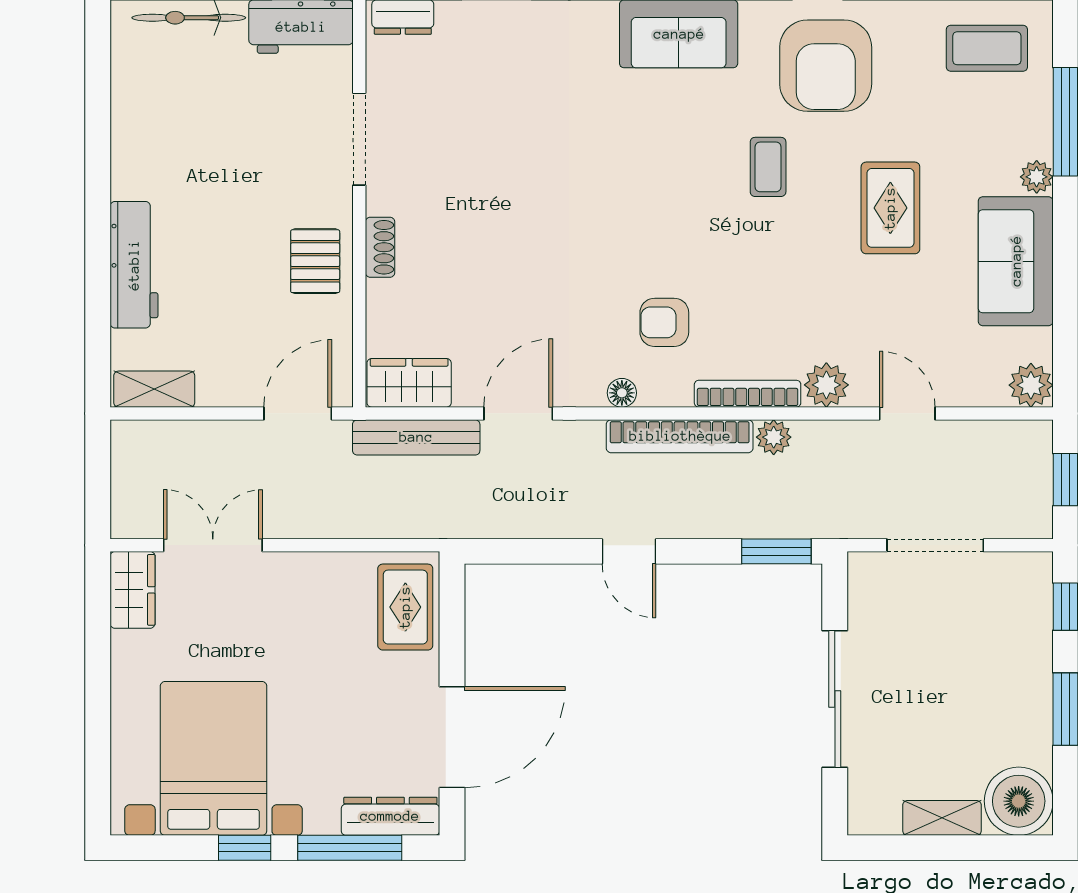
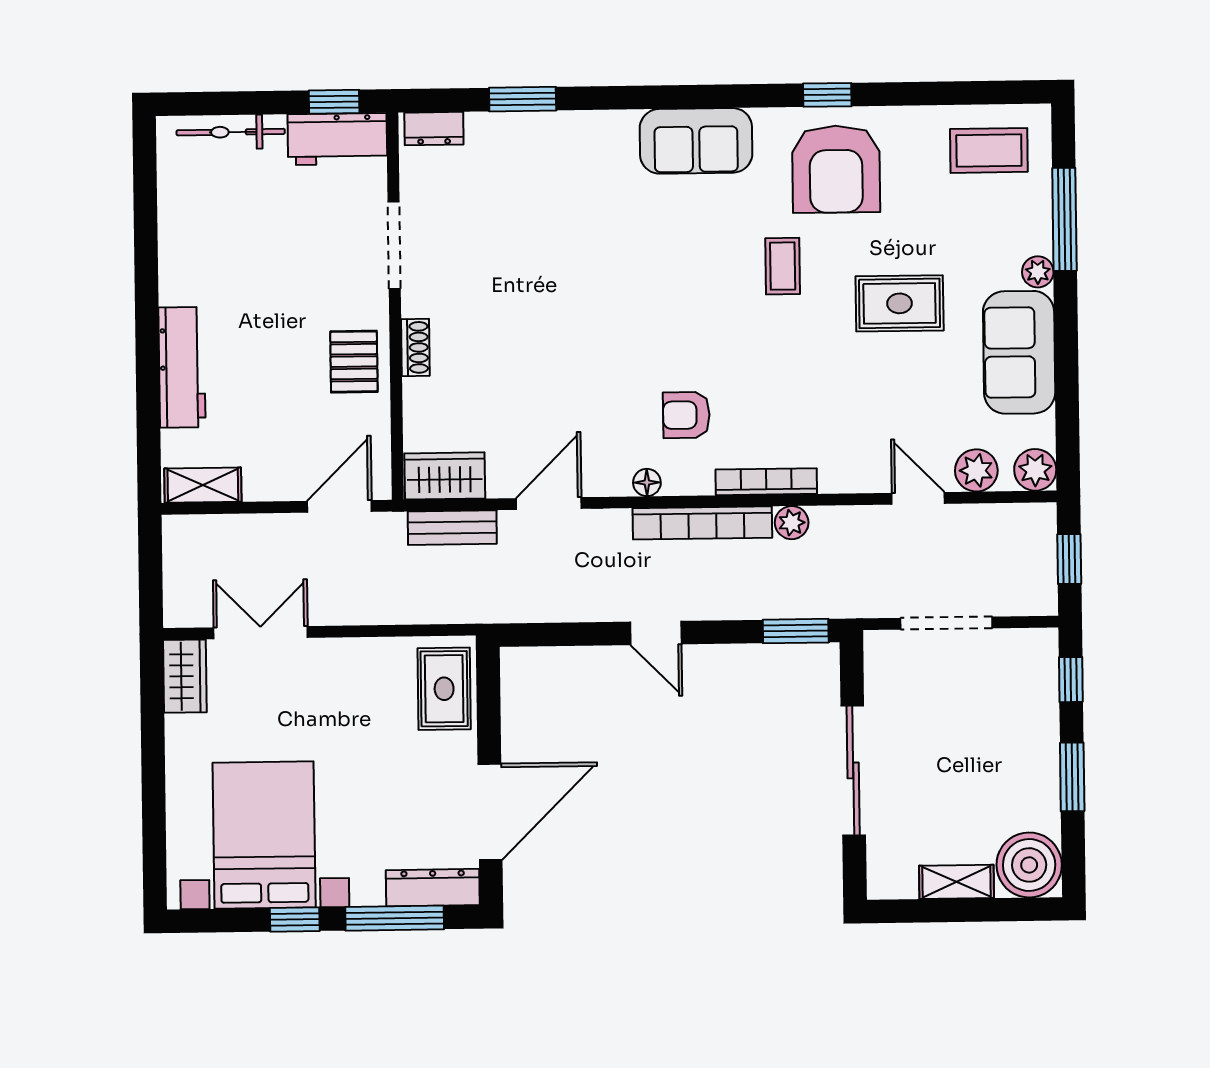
rug: (890, 208) -> (900, 303), turned 90
plant: (826, 385) -> (976, 470), moved
bench: (416, 437) -> (452, 528), width x0.73

